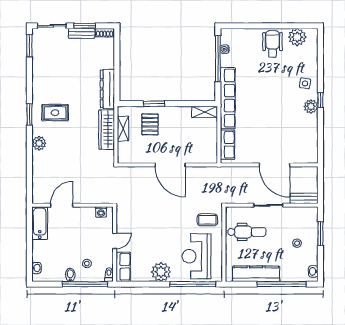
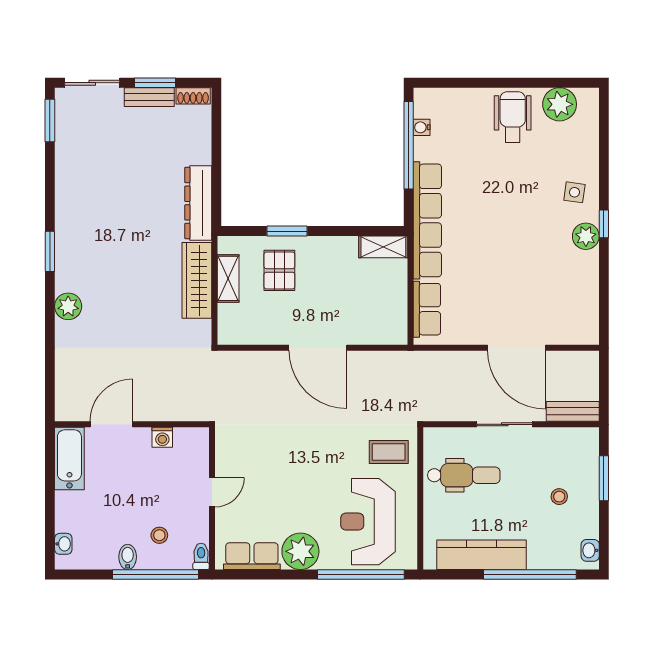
rug: (55, 113) -> (99, 248), removed
washing machine: (101, 212) -> (162, 437), moved
row of seats: (123, 267) -> (252, 556), moved, turned -90

